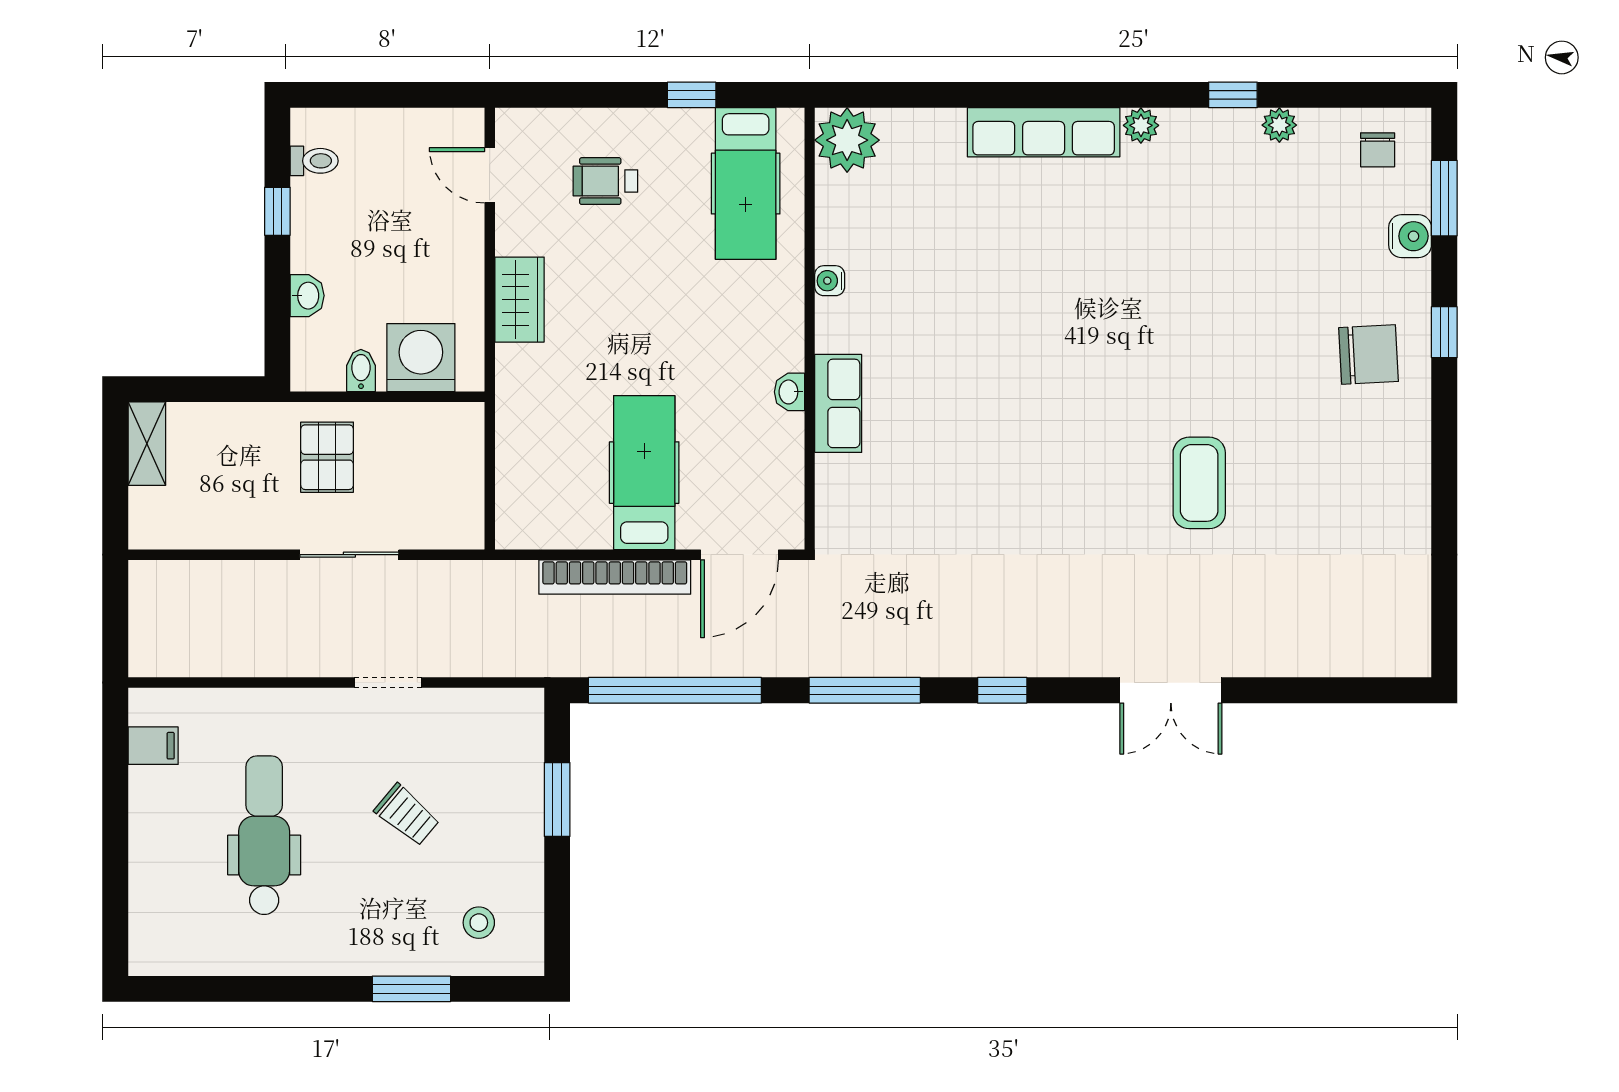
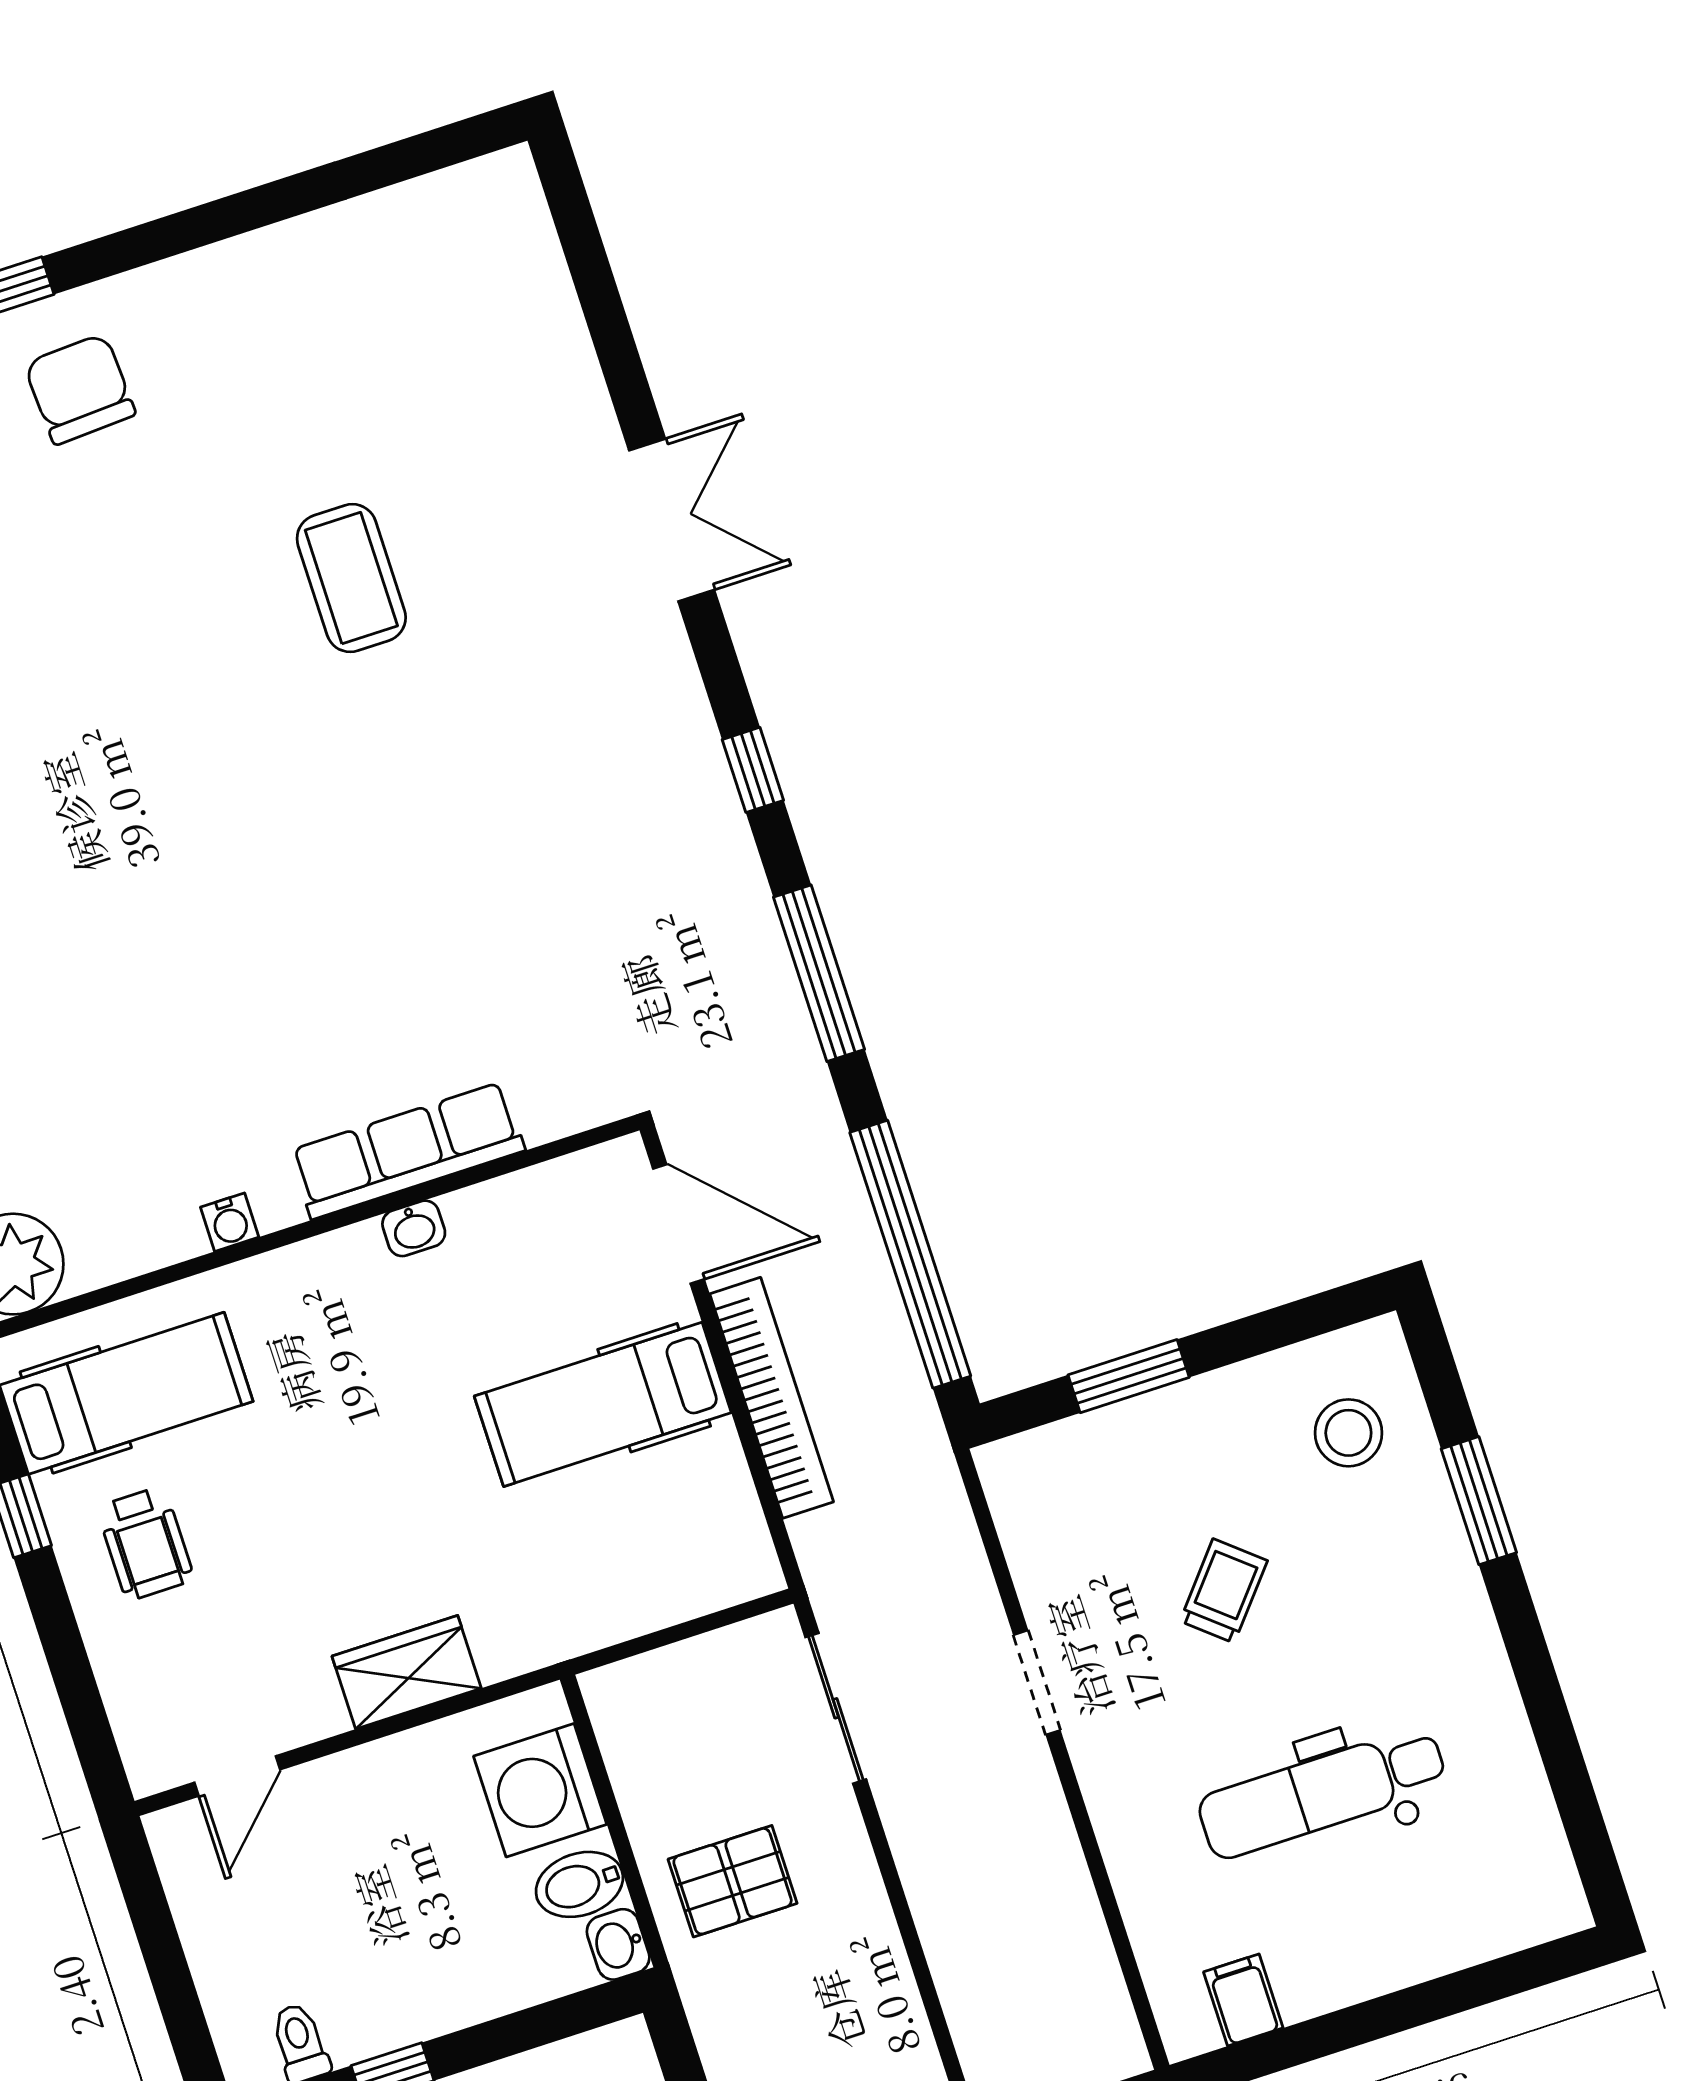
wheelchair: (605, 181) -> (145, 1543), moved
washbasin: (307, 296) -> (618, 1944), moved, turned -90
bidet: (361, 371) -> (579, 1884), width x1.38, depth x1.36
row of seats: (838, 403) -> (407, 1151), width x1.48
coffee table: (1199, 483) -> (351, 578), turned 90
sliding door: (349, 555) -> (836, 1708), moved
stool: (479, 923) -> (1348, 1433), width x1.37, depth x1.37

